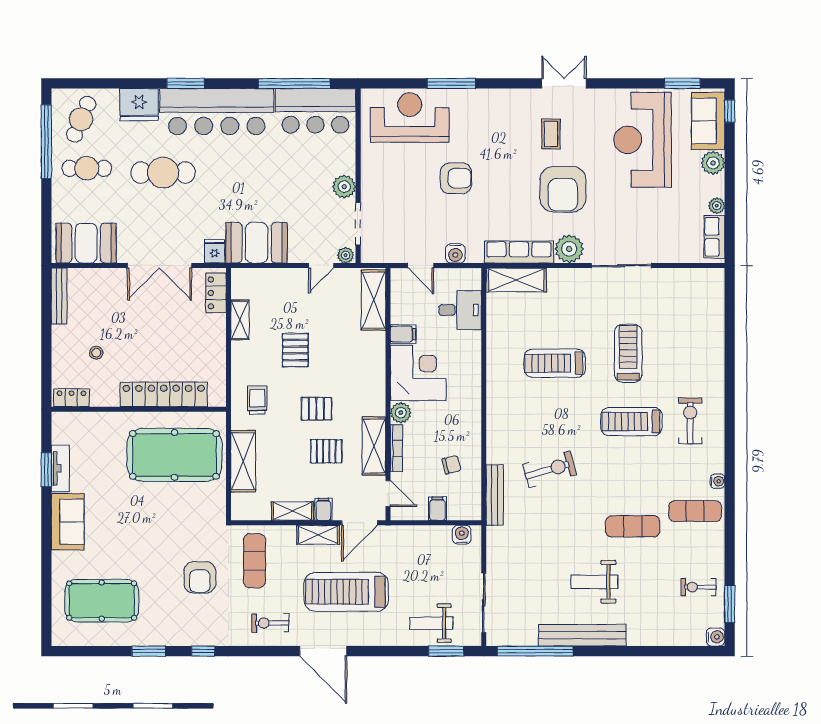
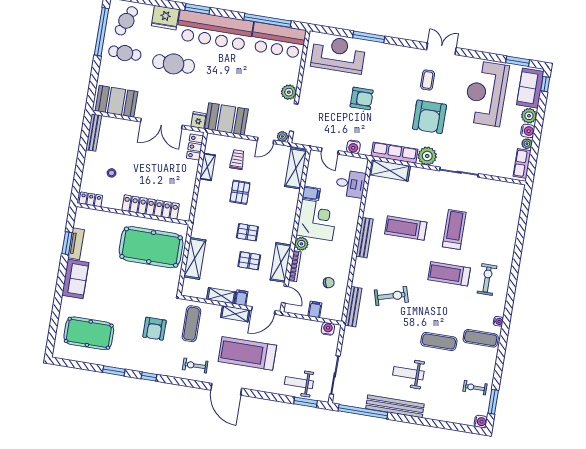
water cooler: (715, 186) -> (528, 131), added
bench: (495, 388) -> (365, 238), added
trolley: (257, 400) -> (237, 160), moved

